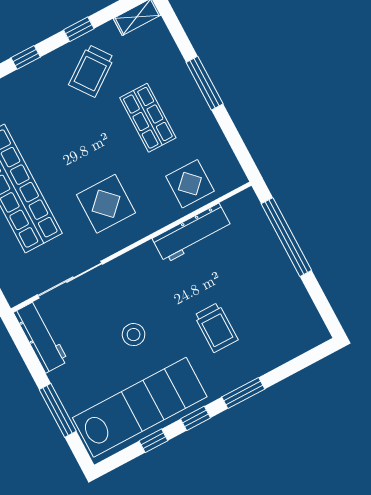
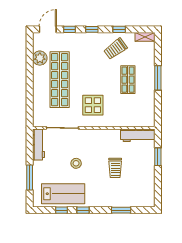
display table: (190, 184) -> (131, 115), removed
workbench: (192, 233) -> (138, 135), moved
window: (286, 237) -> (158, 157), width x0.47
trolley: (216, 328) -> (115, 168), moved
window: (243, 393) -> (121, 210), moved
lab bench: (140, 407) -> (63, 194), width x0.73

